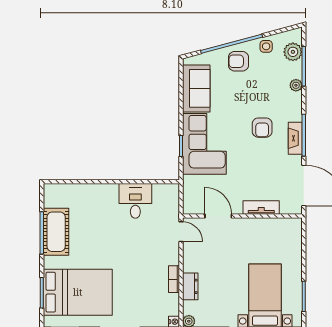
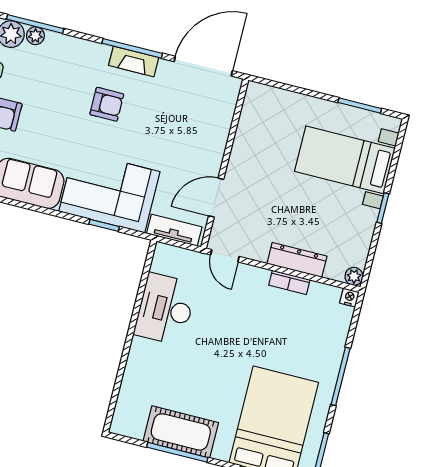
plant: (296, 85) -> (35, 36), moved
desk: (135, 201) -> (165, 309), width x1.37
tv unit: (261, 208) -> (174, 230), moved, turned 90
door: (181, 232) -> (225, 256), swing flipped
dresser: (190, 286) -> (297, 260), width x1.44

